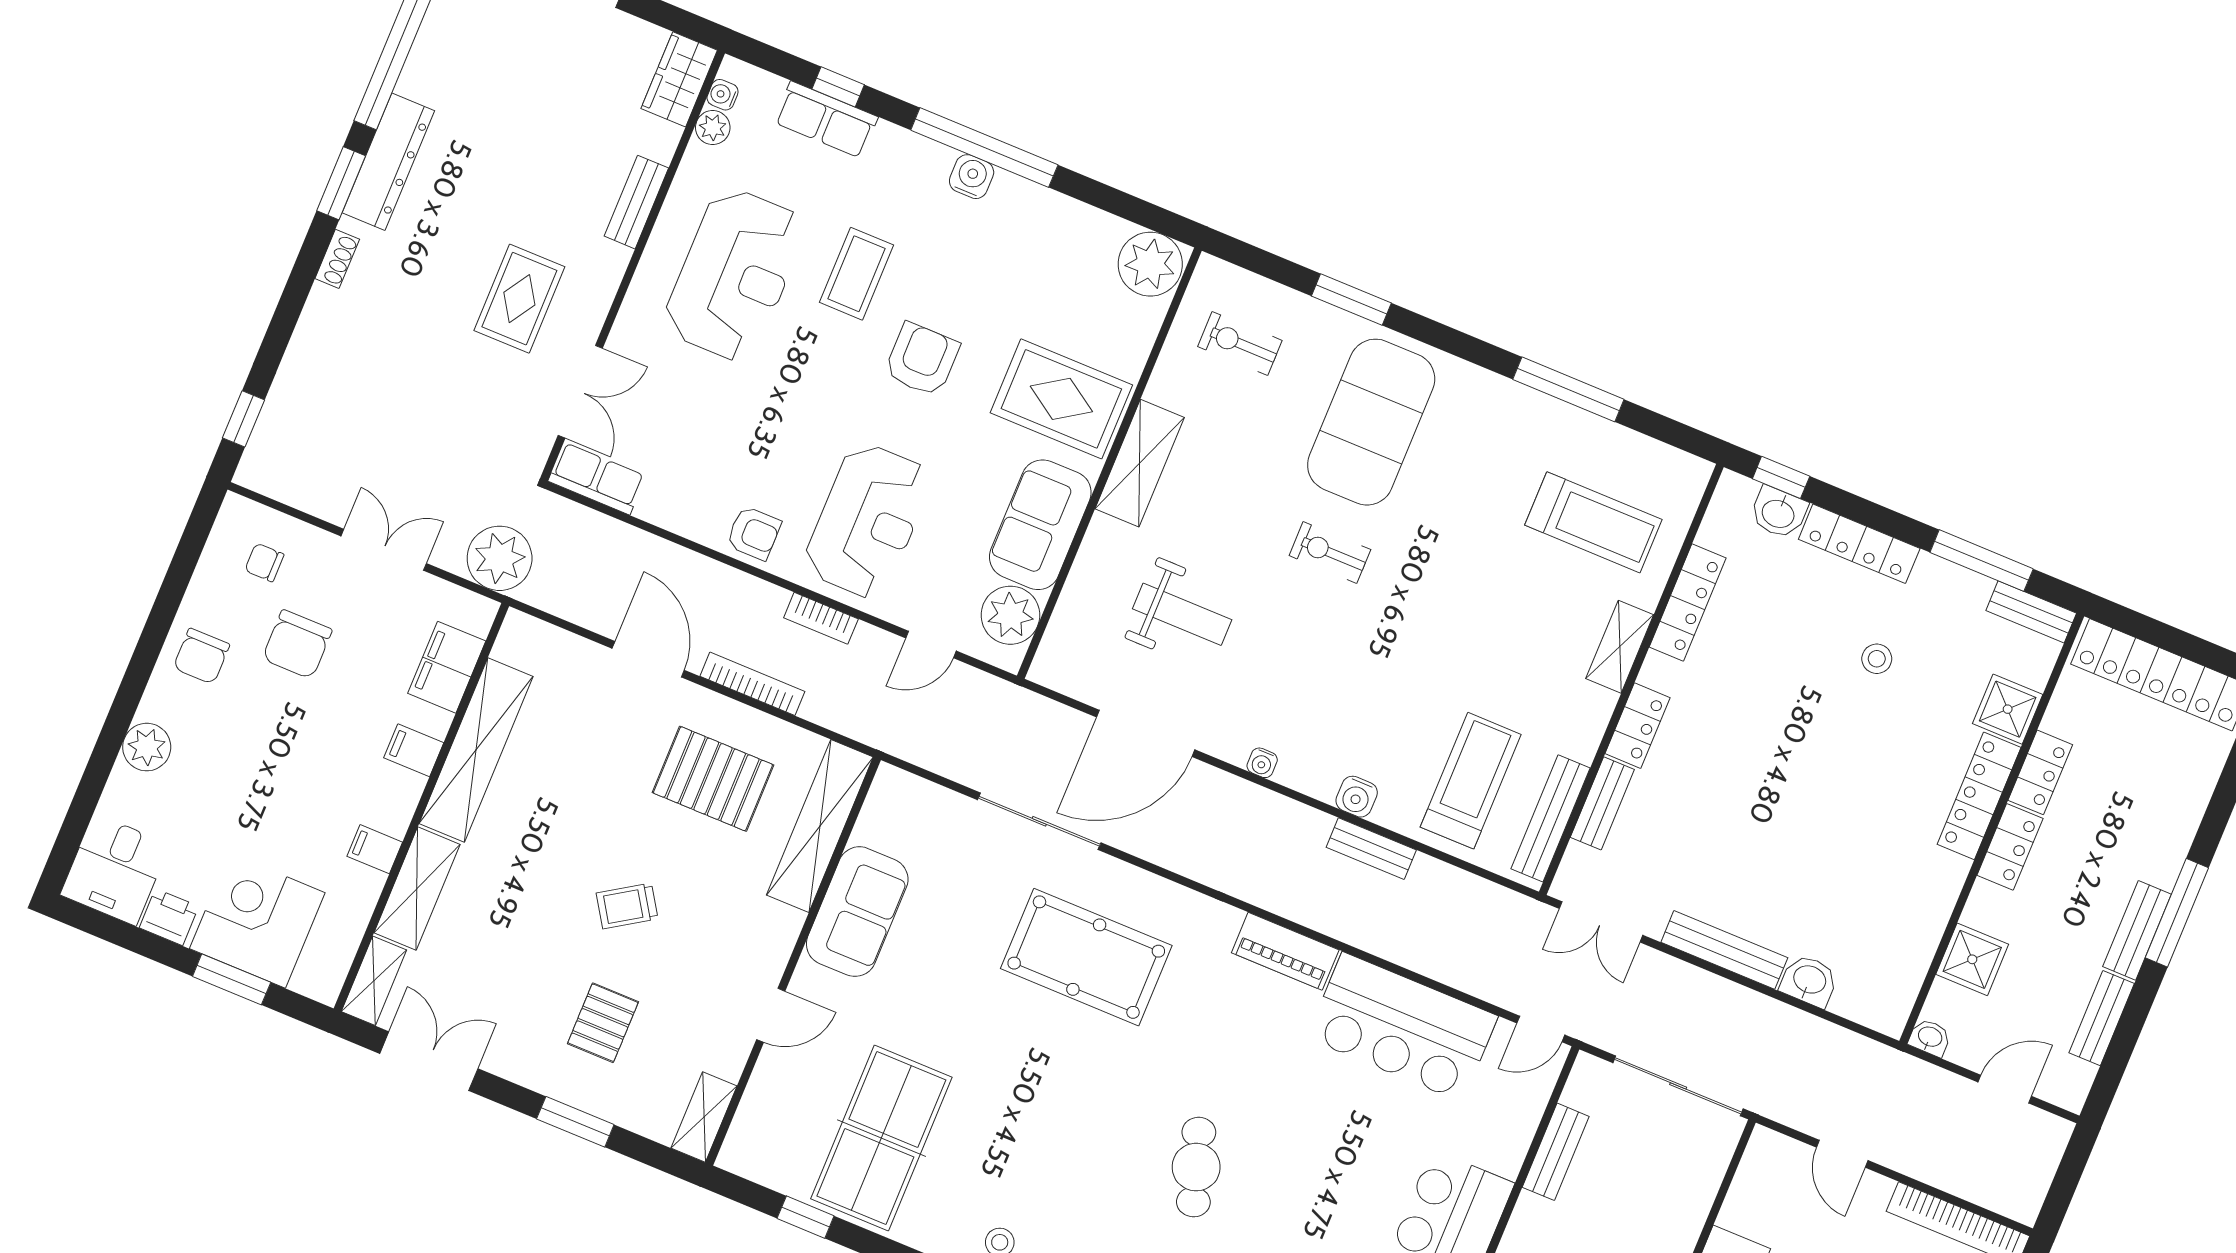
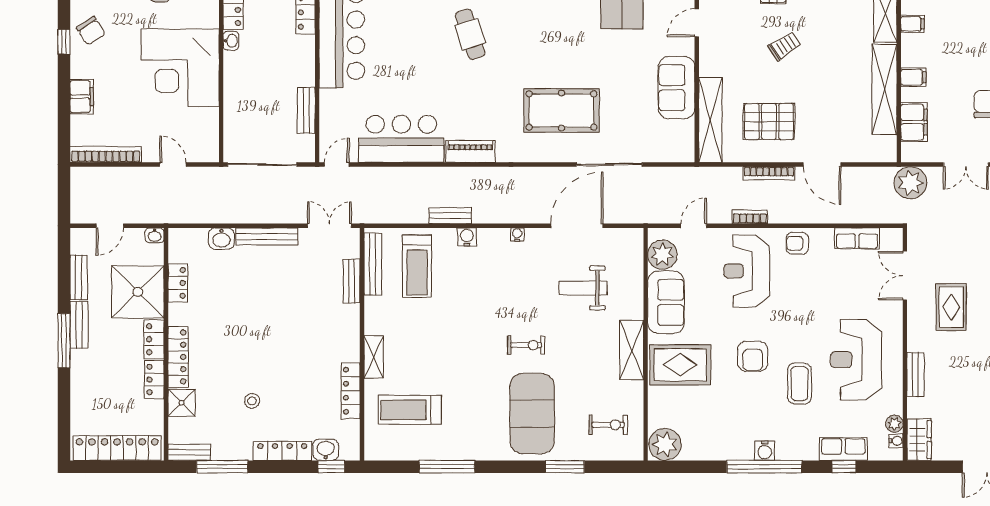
row of seats: (597, 479) -> (857, 239), moved
locker: (1638, 726) -> (178, 283), moved, turned 180
shower: (1972, 959) -> (138, 292), width x1.86, depth x1.86

